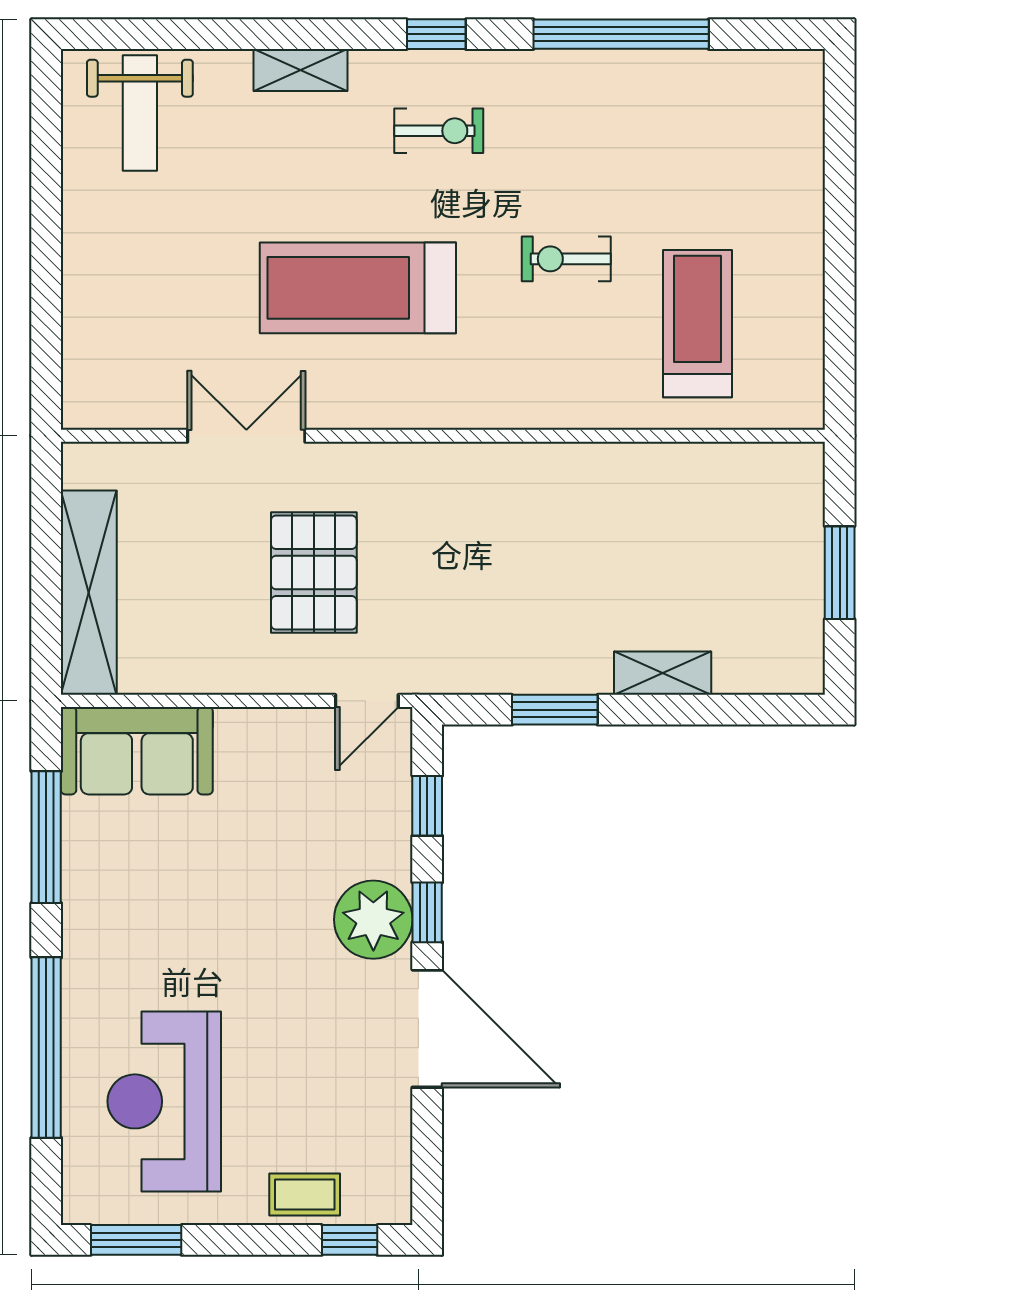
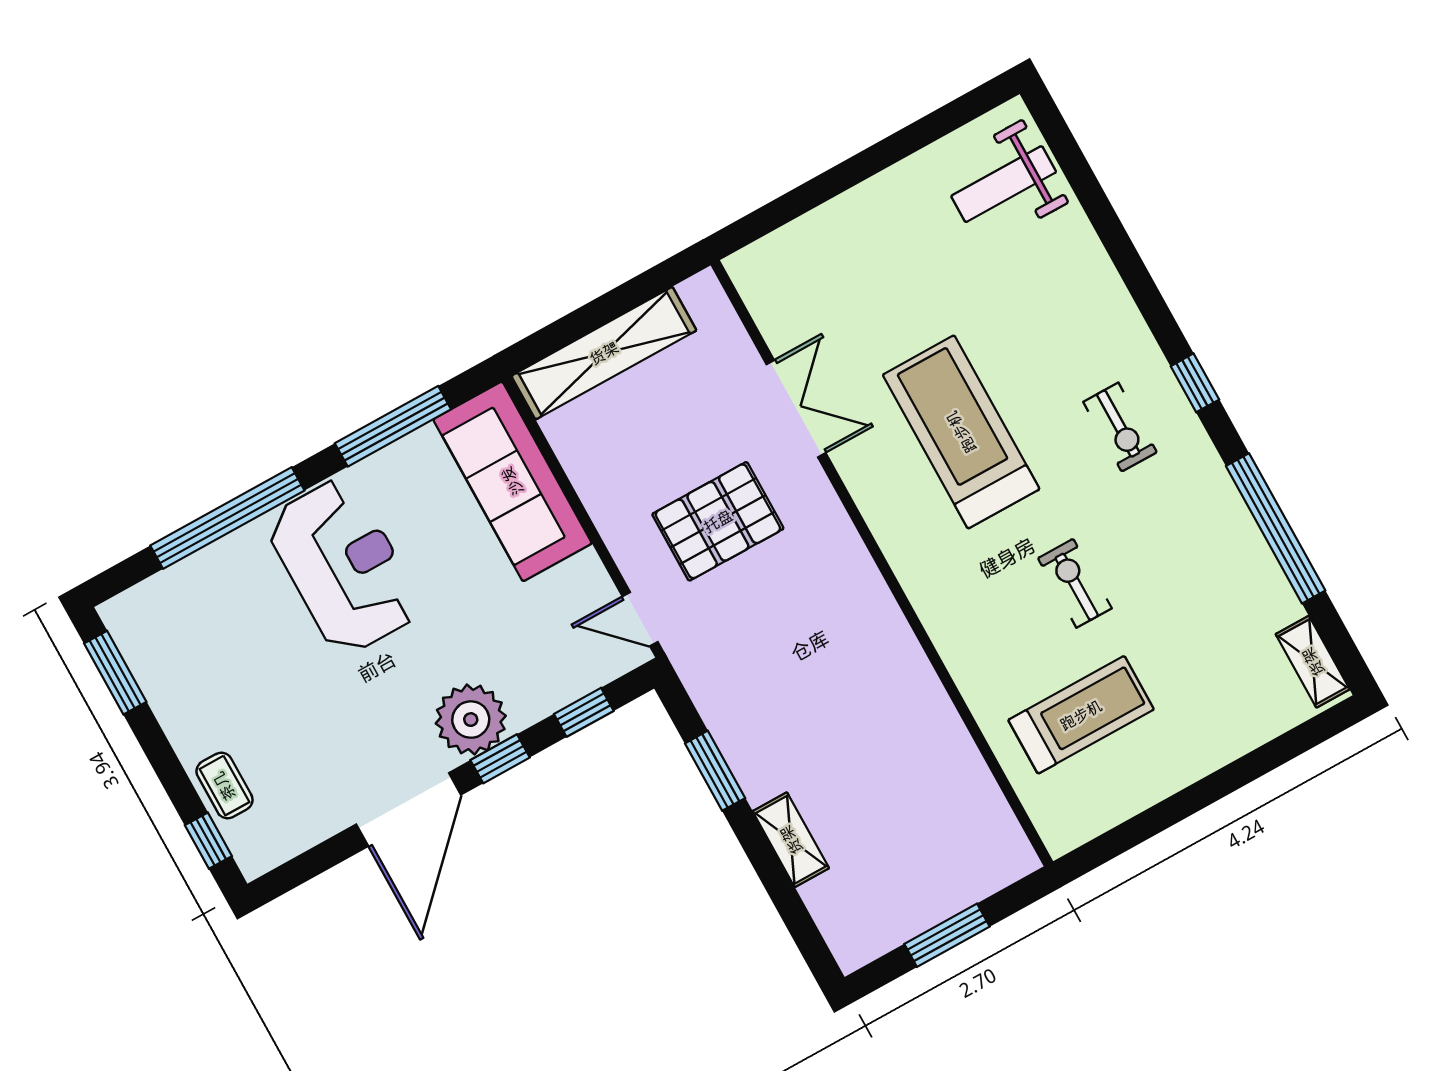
shelving: (300, 70) -> (1313, 662), moved
sofa: (137, 751) -> (512, 481), width x1.36
reception desk: (164, 1101) -> (344, 566), moved, turned 90

